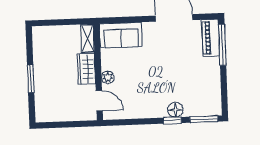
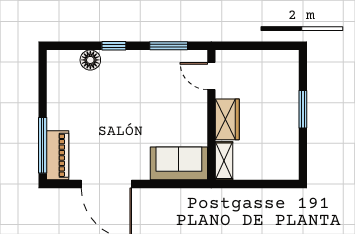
plant: (108, 77) -> (199, 107), removed
floor lamp: (175, 110) -> (90, 60), moved
window: (204, 119) -> (169, 46), moved

